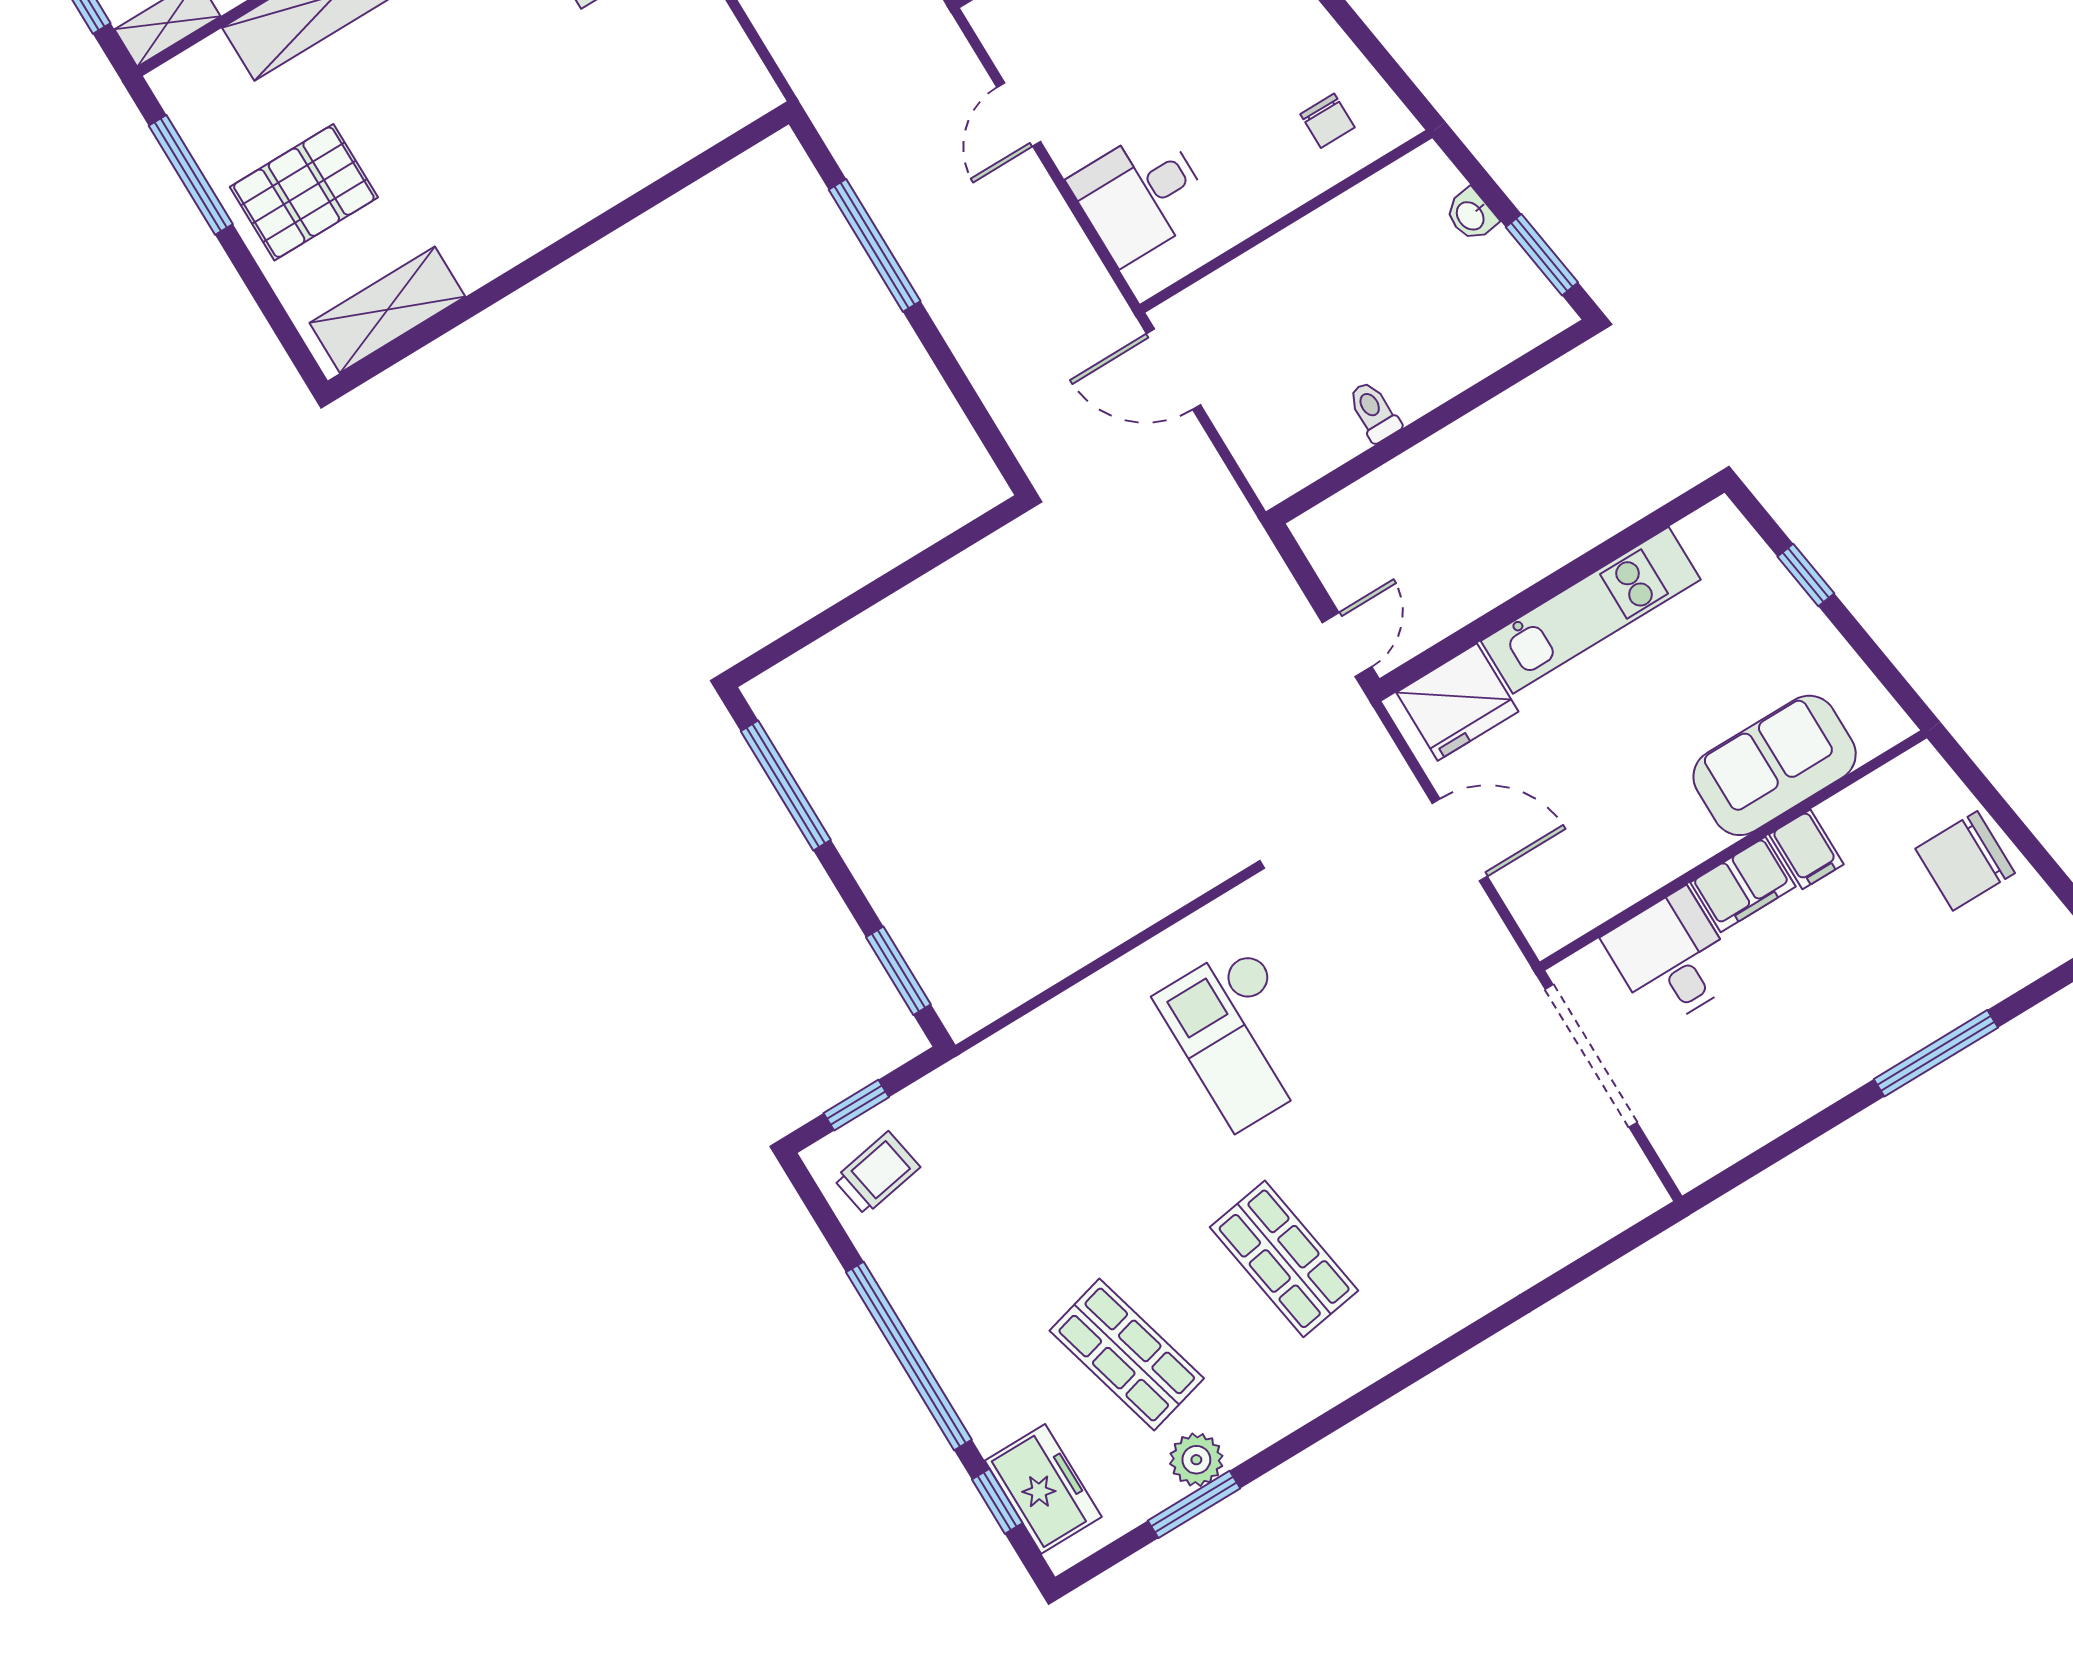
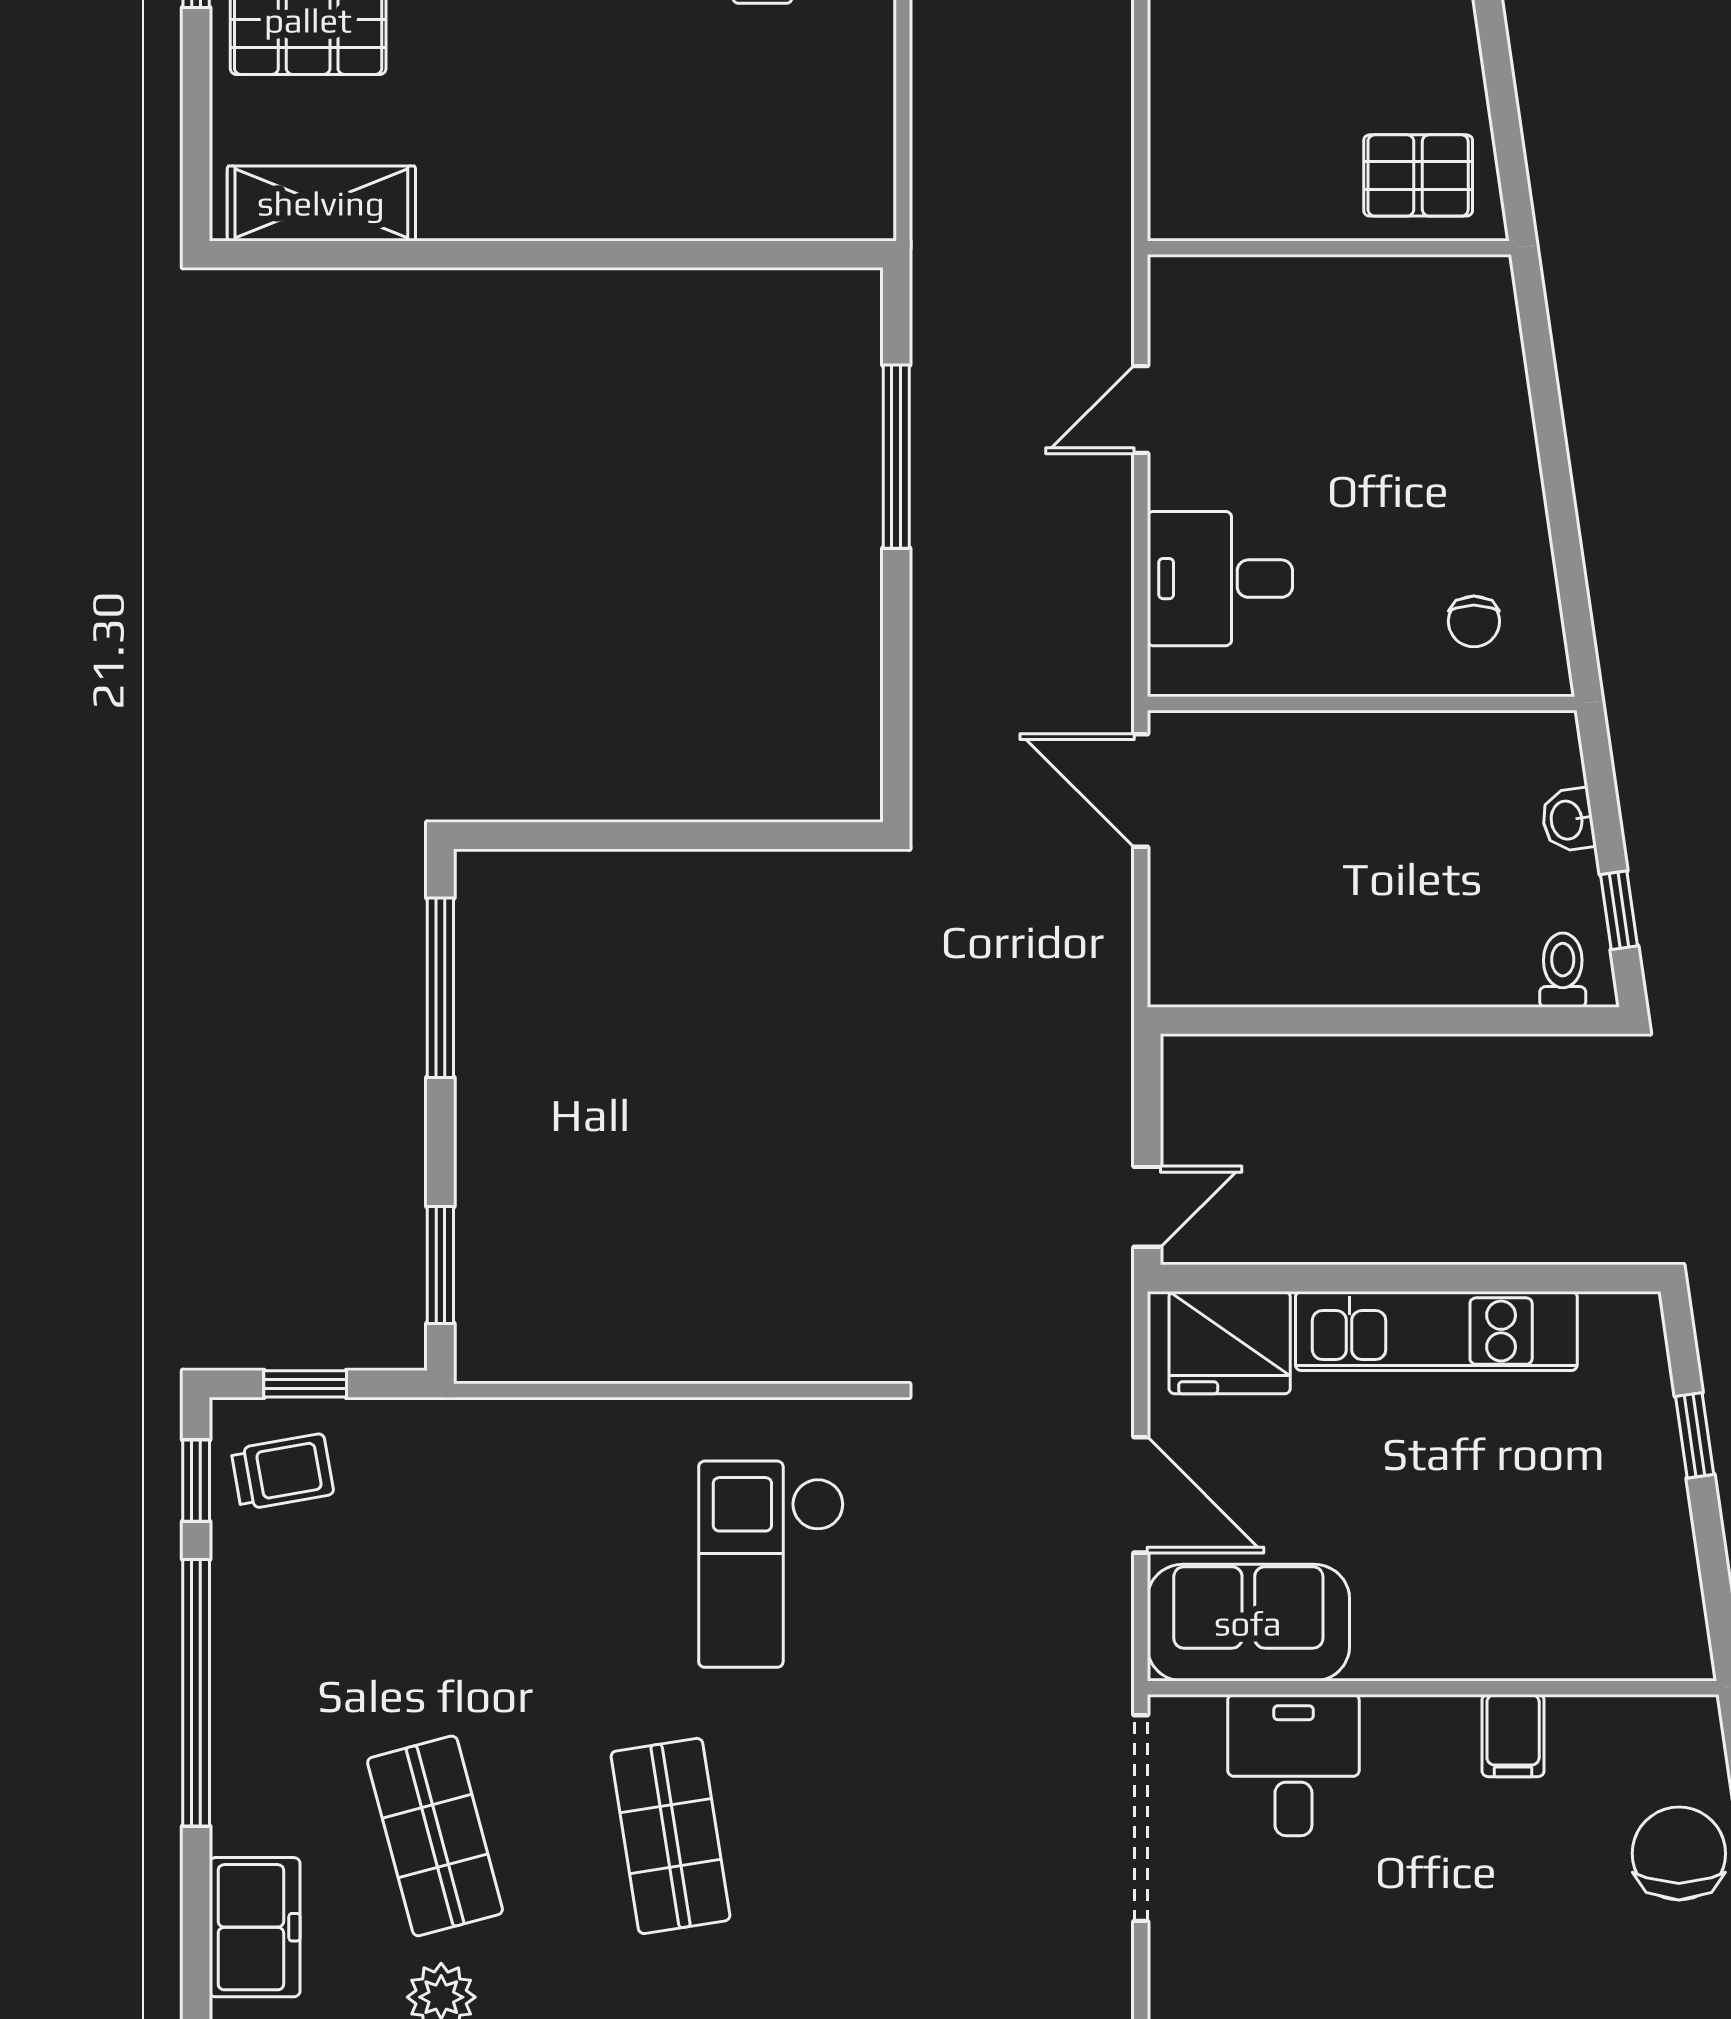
window: (1542, 255) -> (1619, 910), width x0.67
toilet: (1374, 412) -> (1563, 970), moved
sofa: (1775, 765) -> (1248, 1623), moved
chair: (1965, 861) -> (1679, 1853), turned 90
filing cabinet: (1743, 884) -> (1421, 1732), removed
window: (997, 1501) -> (196, 1481), moved

